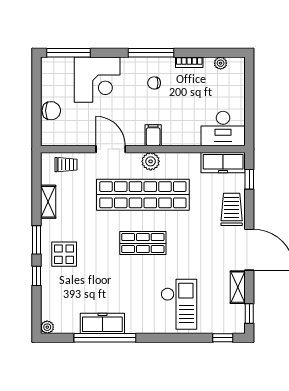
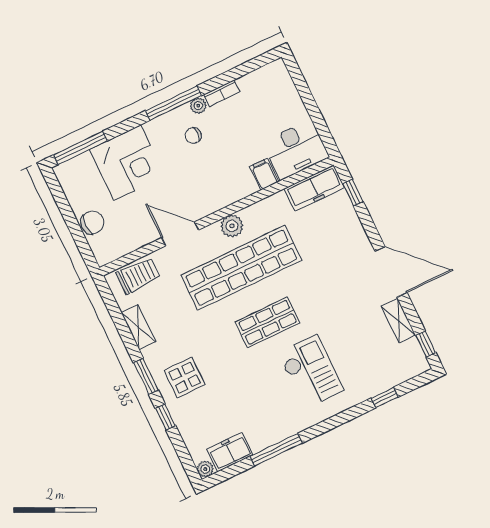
plant: (221, 63) -> (198, 106), moved
filing cabinet: (153, 135) -> (264, 174), moved
trolley: (66, 165) -> (138, 276), width x1.36, depth x1.39
trolley: (232, 209) -> (349, 236), removed
checkout: (179, 304) -> (311, 372), moved
freezer: (102, 323) -> (230, 452), moved, width x0.71
window: (105, 338) -> (276, 450), width x0.68
window: (223, 338) -> (385, 397), moved

